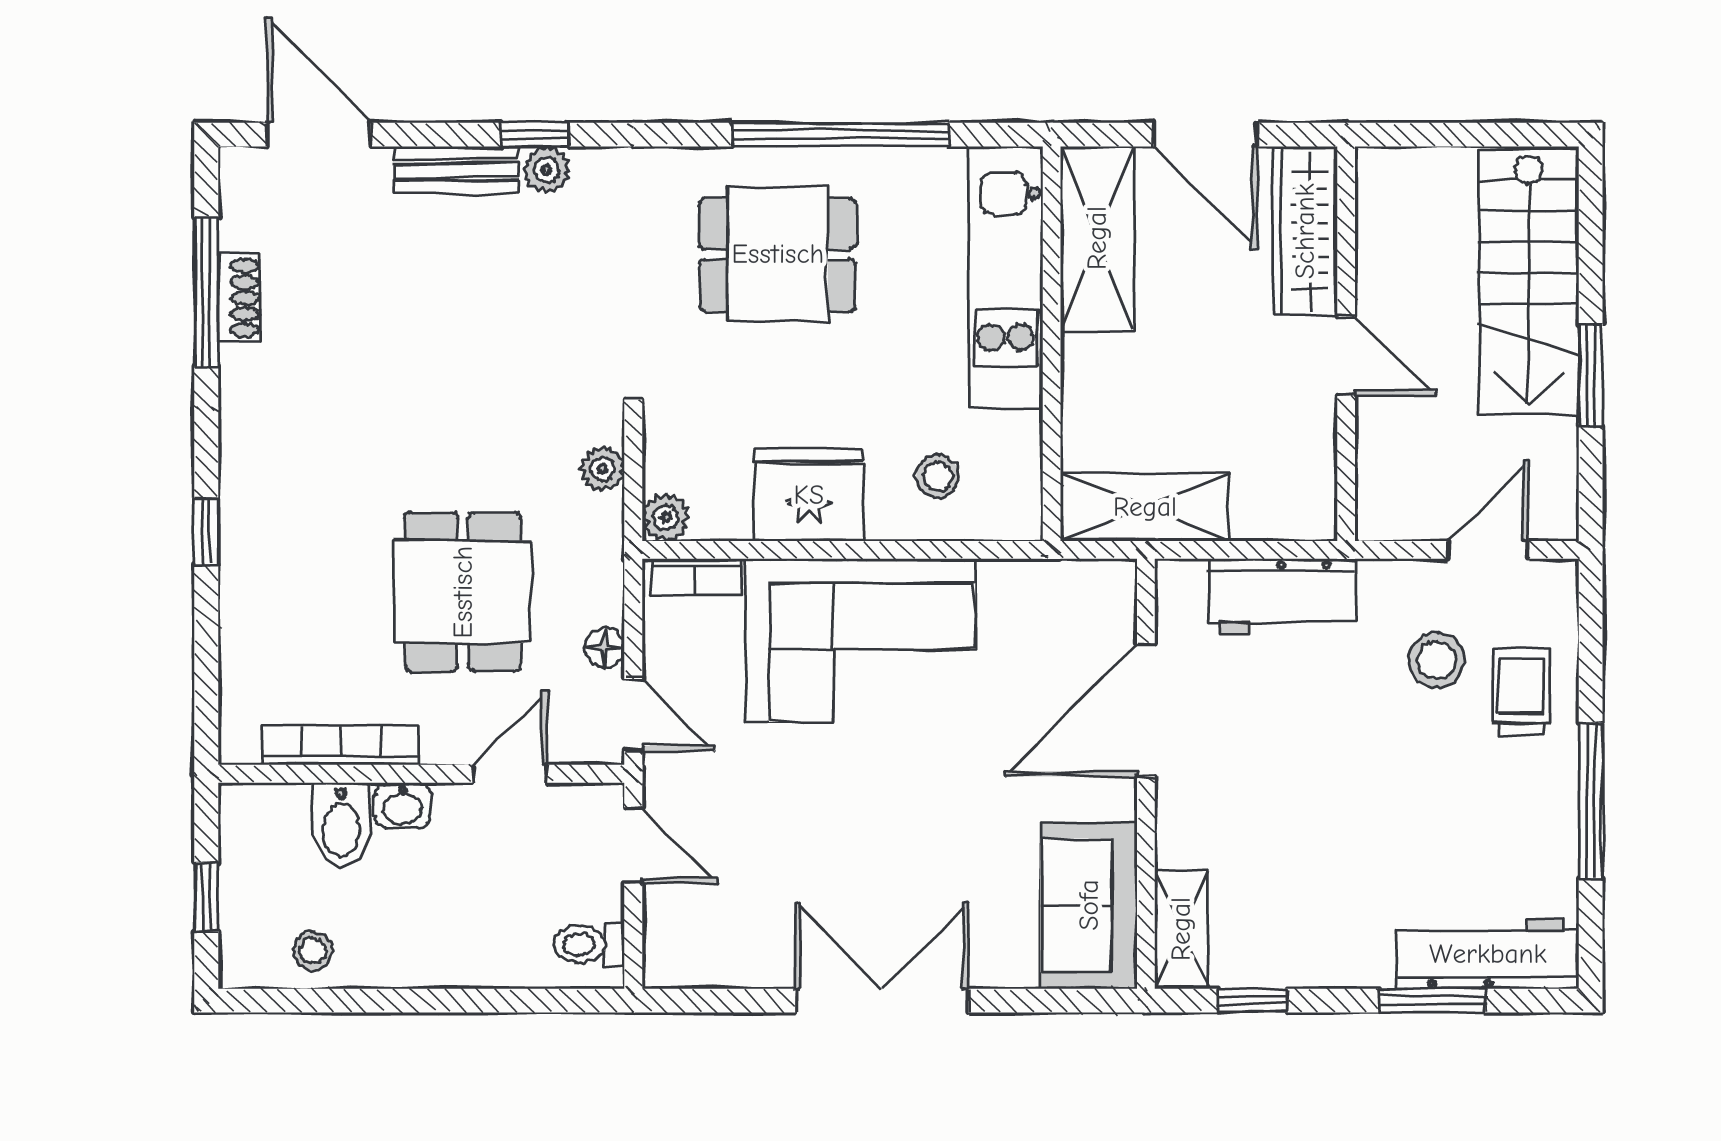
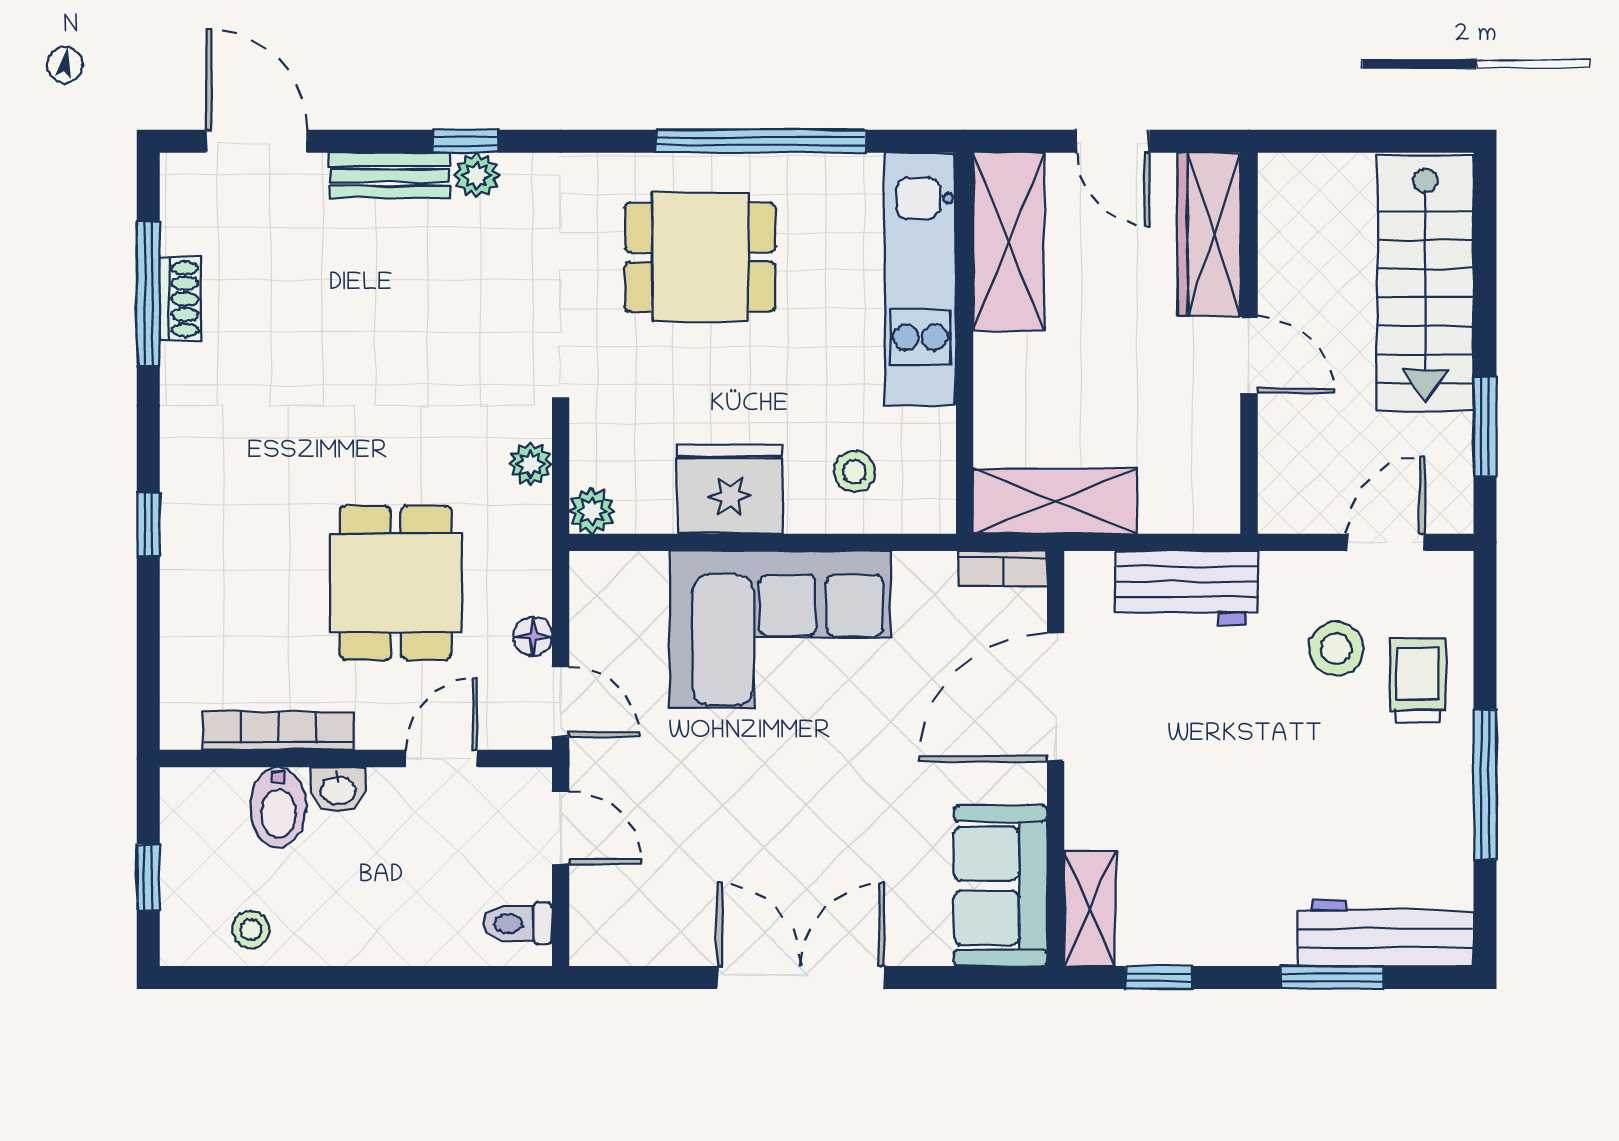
door: (1205, 135) -> (1113, 141), width x0.73
window: (1591, 375) -> (1485, 426), moved
bookcase: (696, 577) -> (1003, 568), moved

